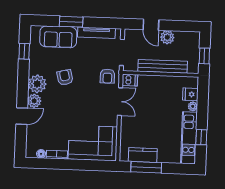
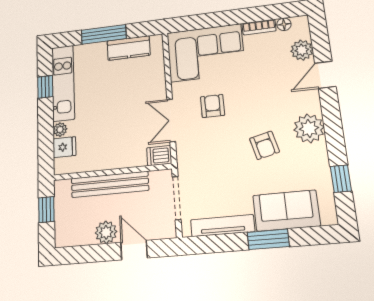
armchair: (107, 76) -> (213, 106), moved
plant: (34, 101) -> (302, 50), moved
window: (146, 167) -> (104, 34), moved

